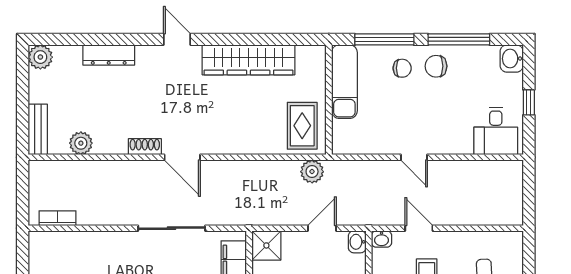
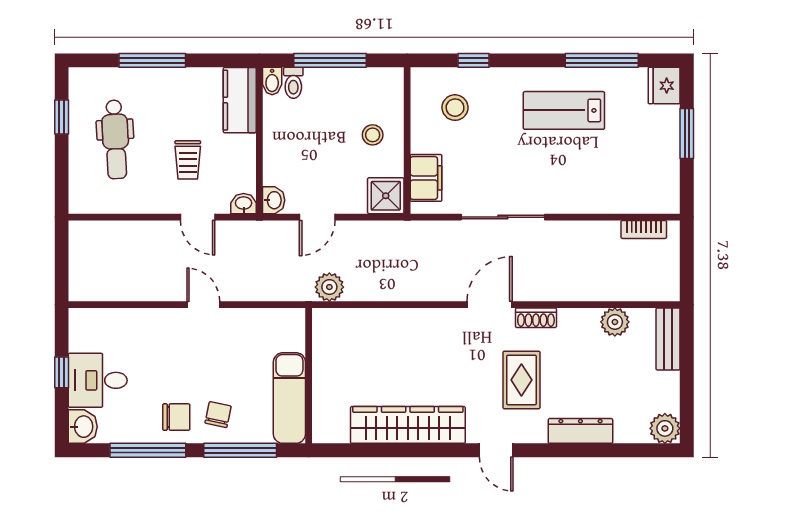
chair: (402, 68) -> (218, 415), turned 102
rug: (302, 126) -> (521, 380), moved
desk: (496, 131) -> (98, 380), moved, turned -90
door: (182, 157) -> (490, 305), hinge flipped

